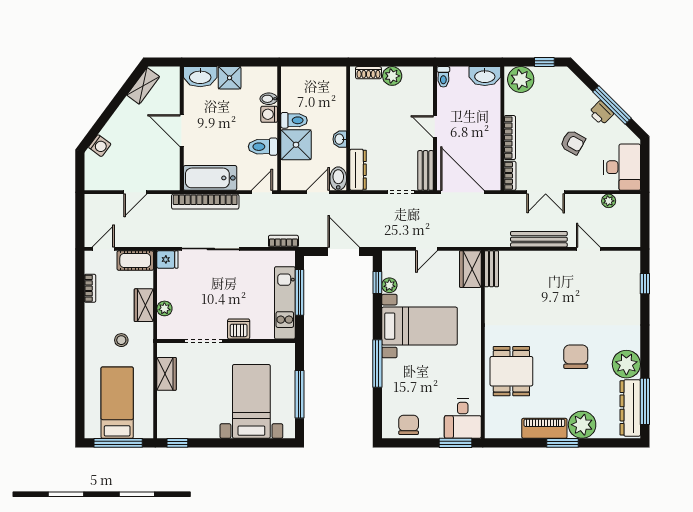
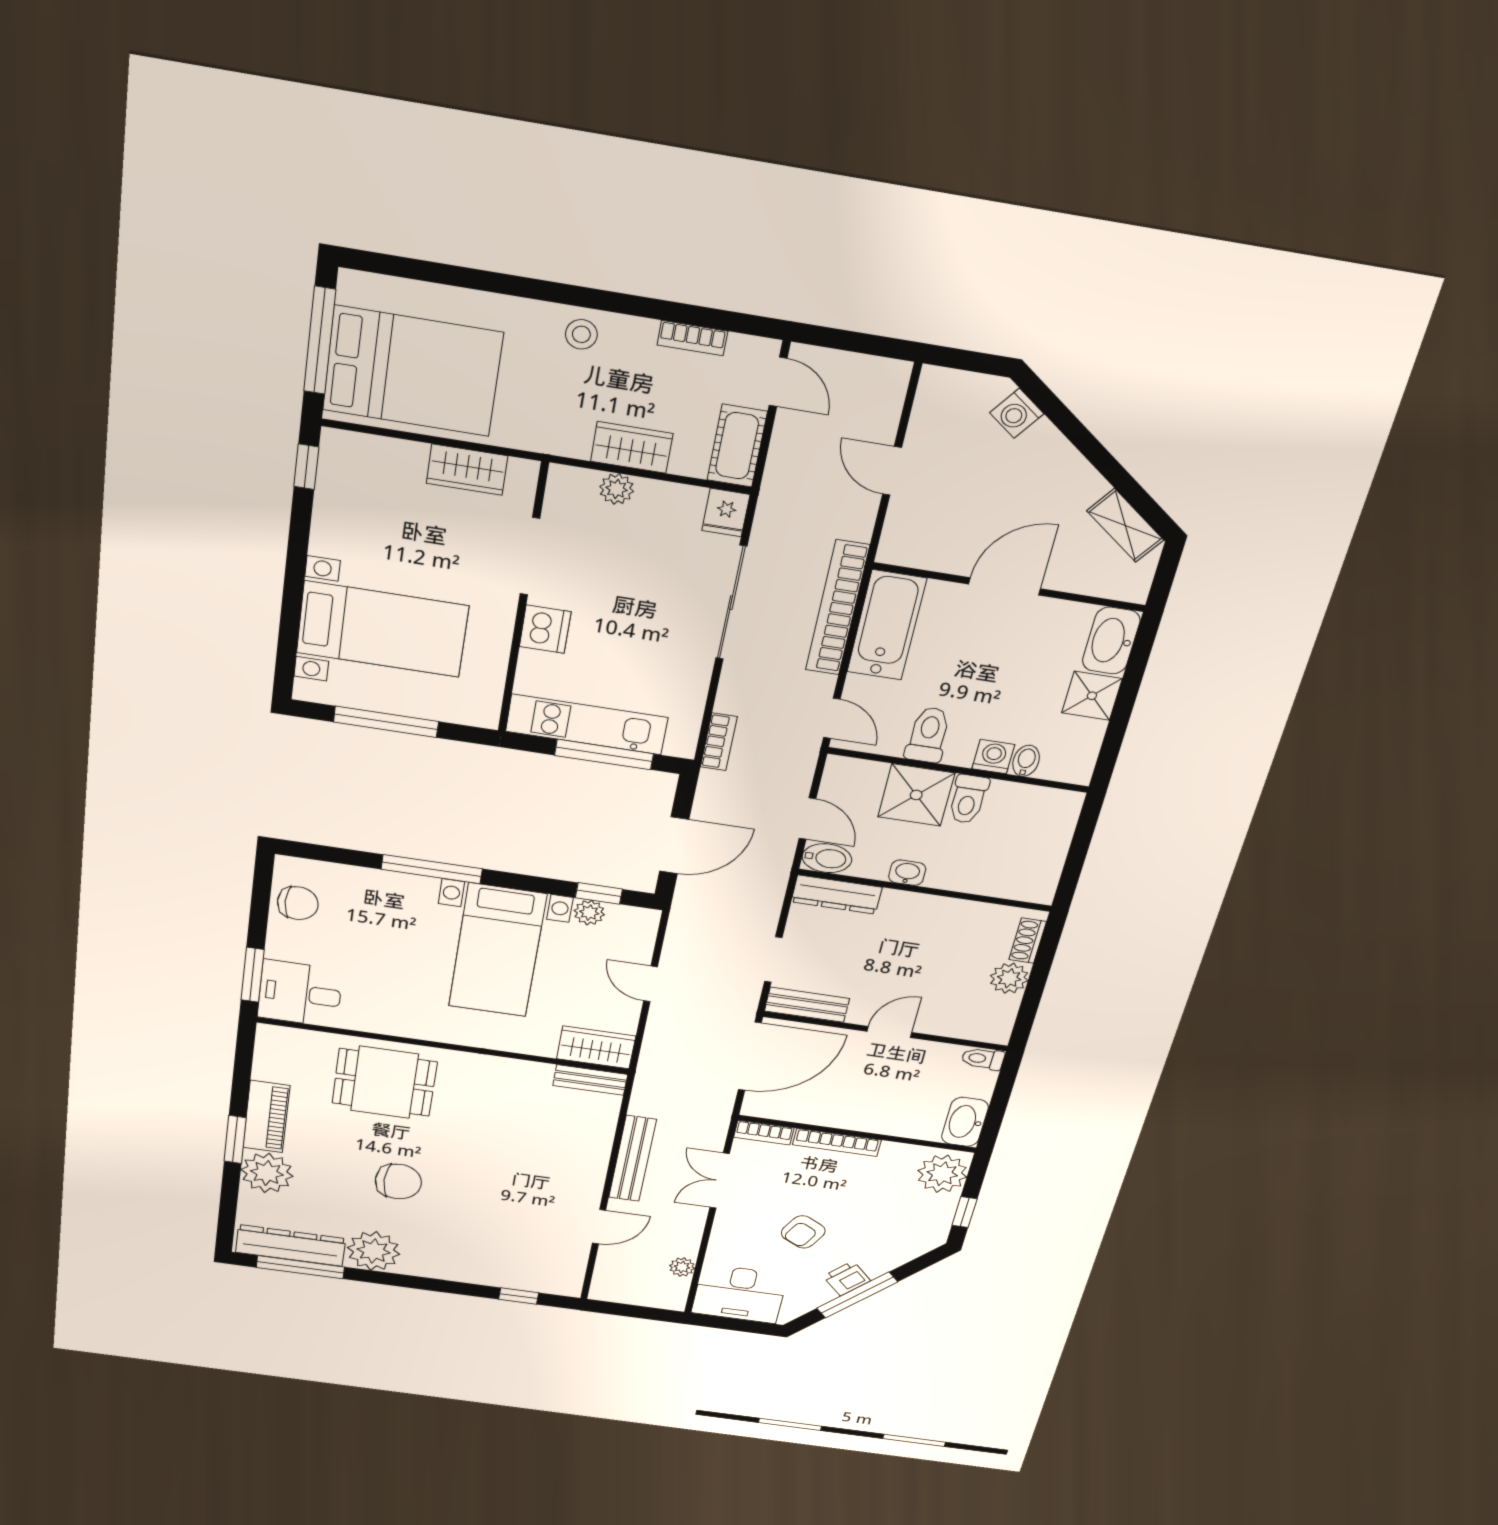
stool: (121, 340) -> (581, 334), moved
bed: (117, 403) -> (413, 371), width x1.50

